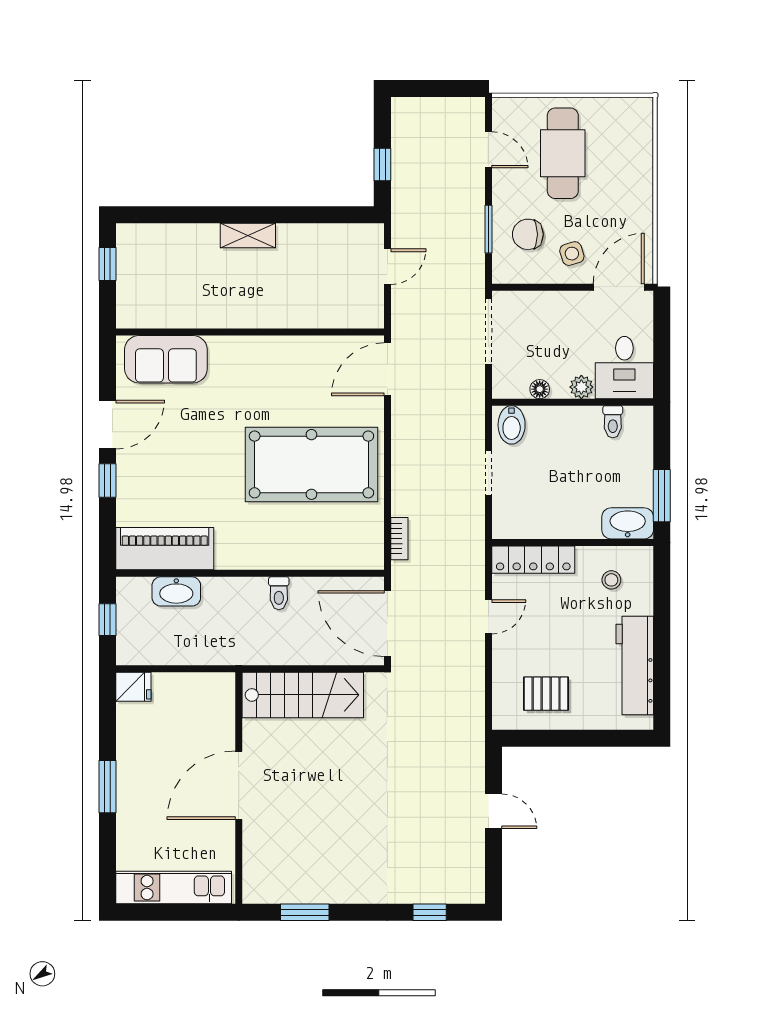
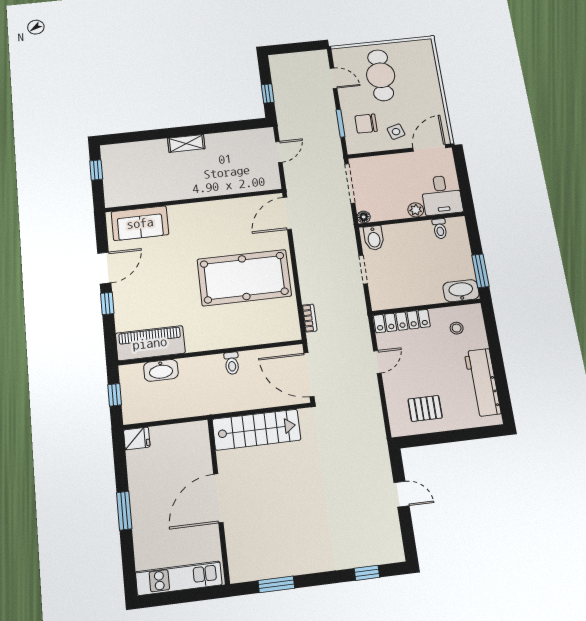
floor lamp: (540, 389) -> (364, 217), moved

